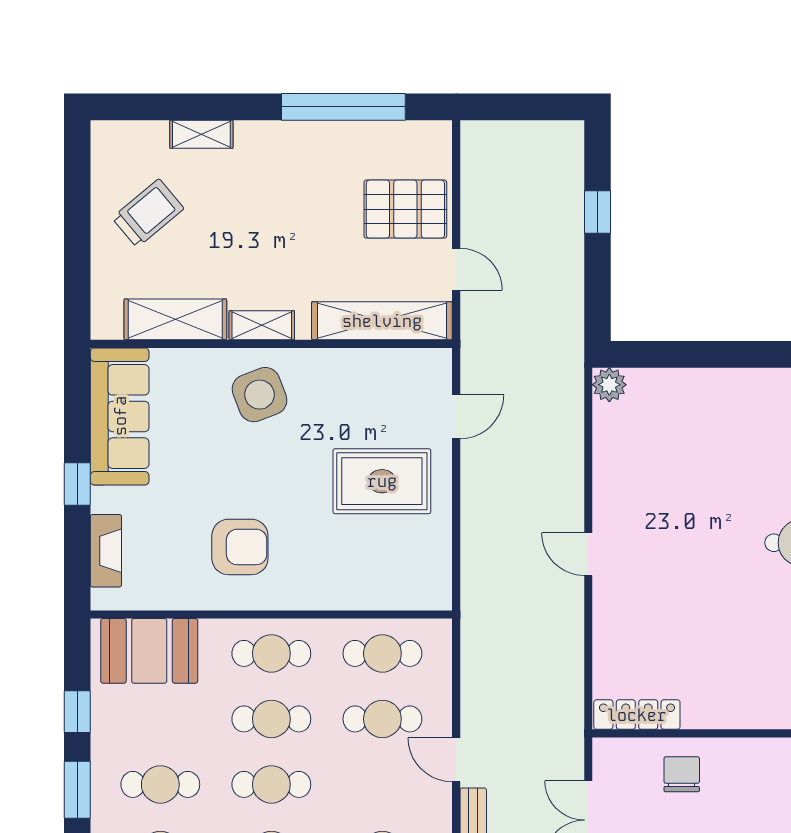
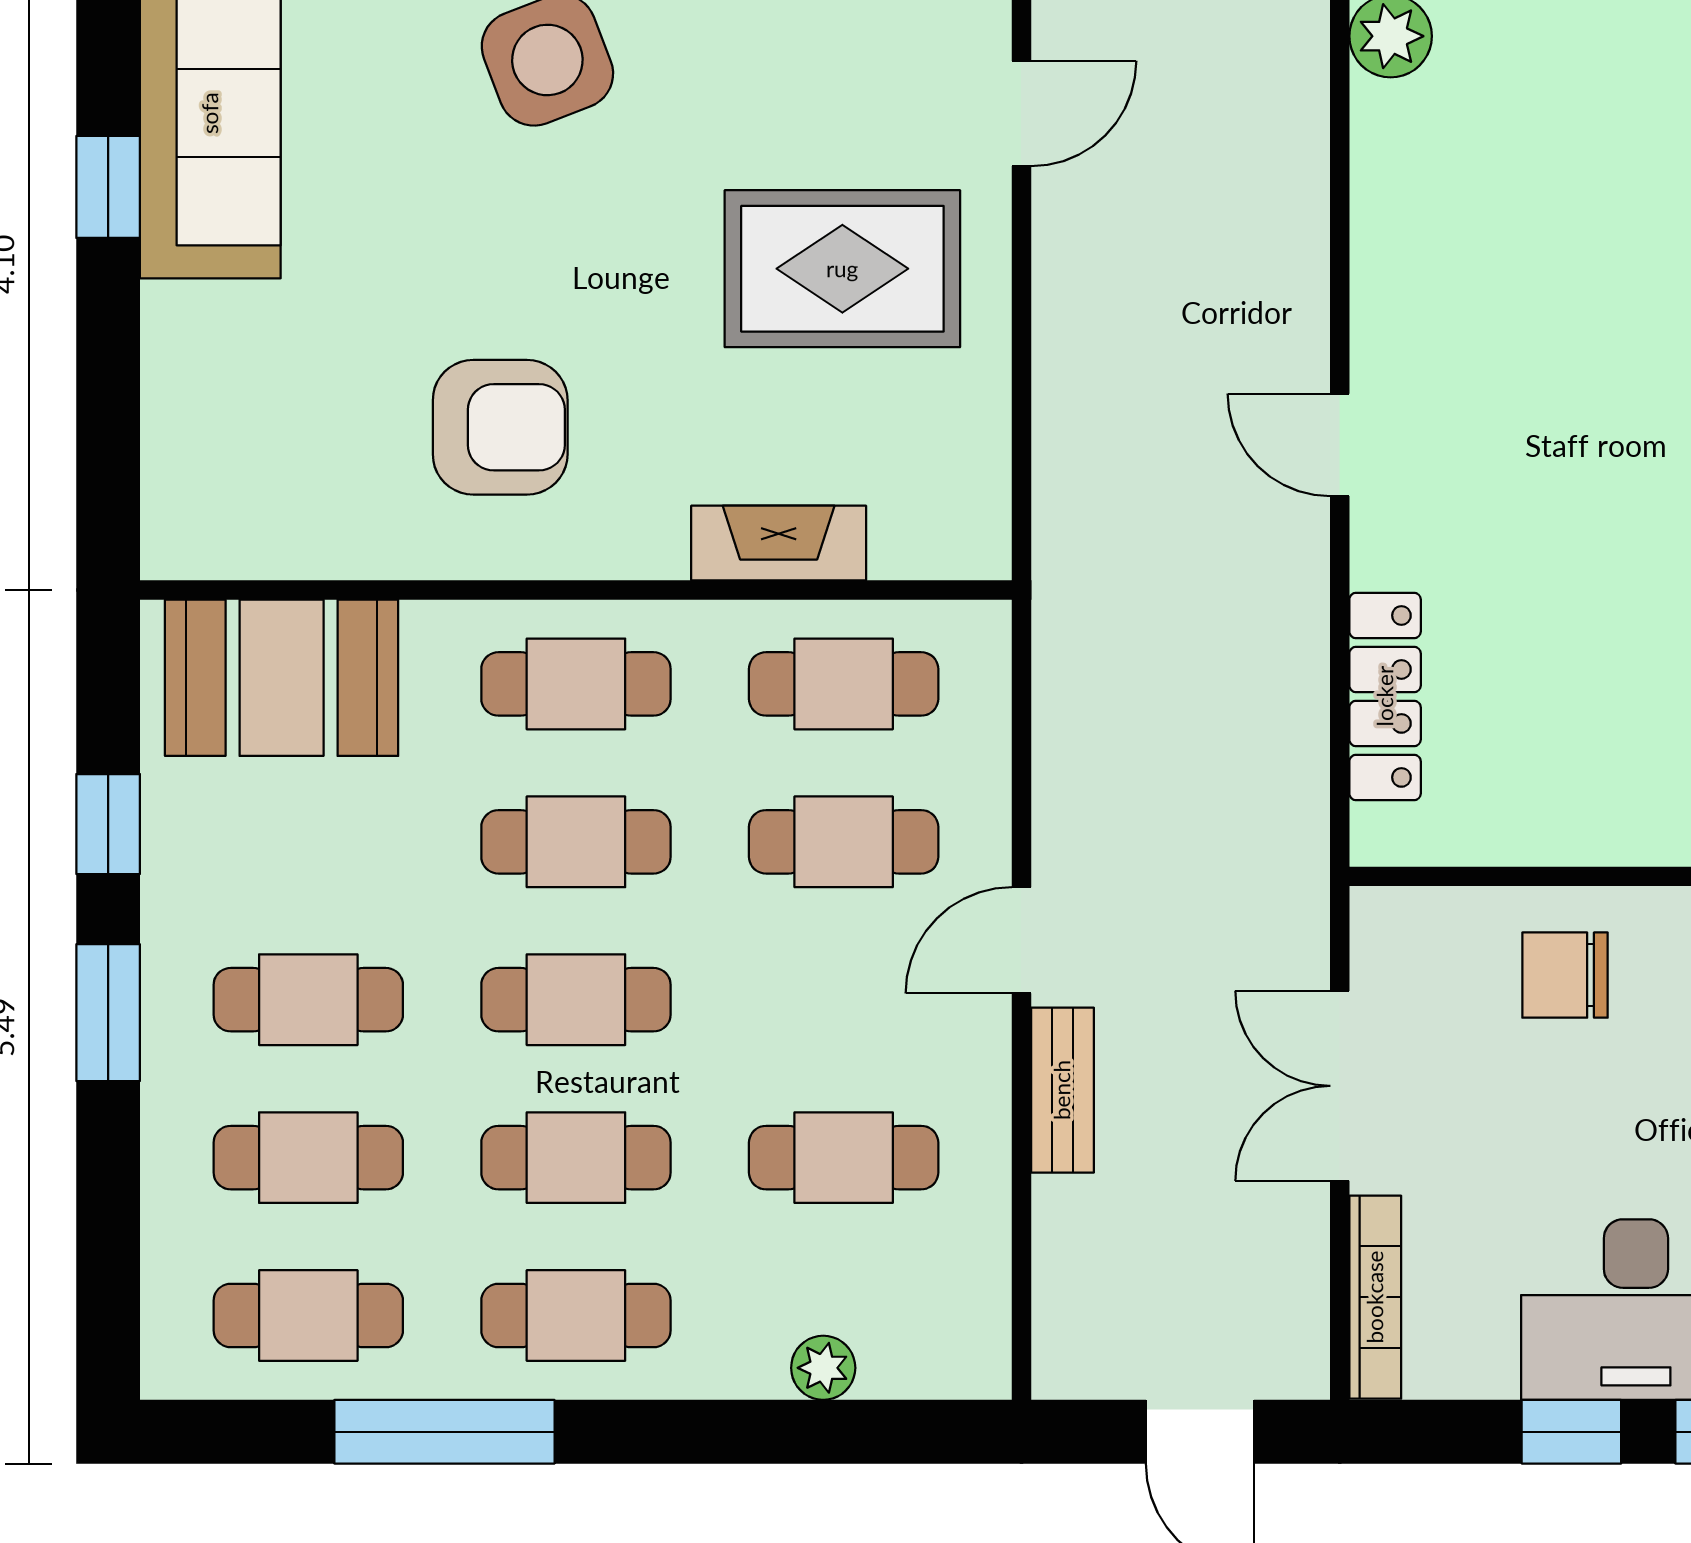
window: (77, 484) -> (108, 187), moved
fireplace: (106, 551) -> (779, 543), moved, turned -90
locker: (637, 715) -> (1385, 696), moved, turned 90
door: (456, 760) -> (1021, 940), hinge flipped
chair: (682, 774) -> (1565, 975), turned -90

